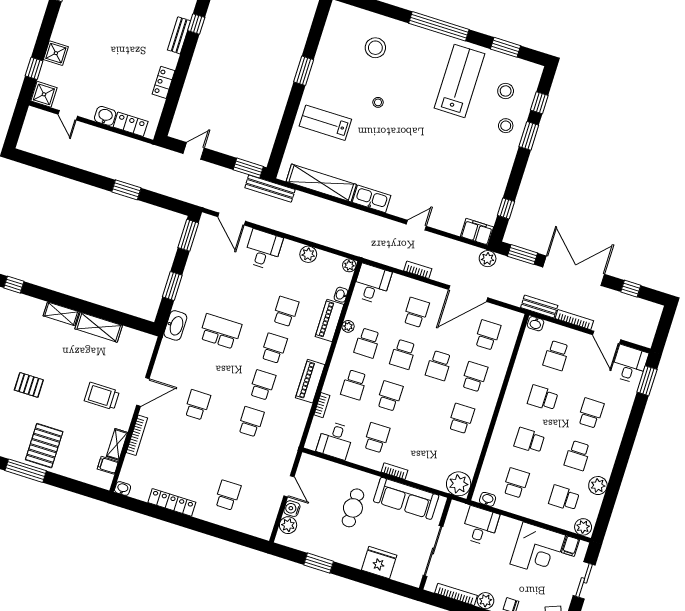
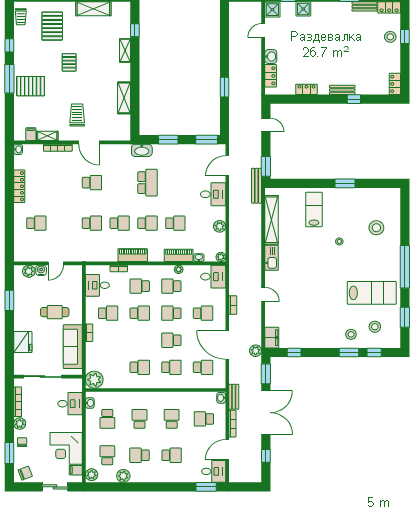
shelving: (61, 314) -> (125, 50), moved
school desk: (516, 483) -> (107, 419), turned 90

